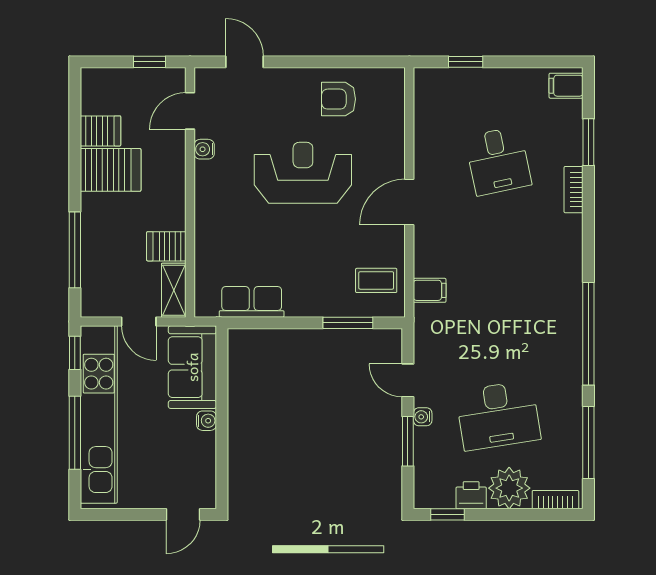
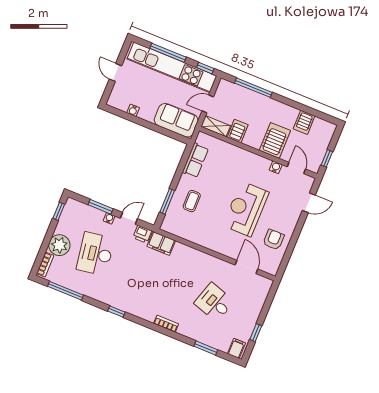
window: (466, 62) -> (256, 333), moved
desk: (498, 161) -> (214, 302), turned 30
server rack: (111, 170) -> (275, 140), moved, turned 180
reception desk: (303, 173) -> (246, 209), turned 180
bookcase: (574, 190) -> (166, 324), moved
door: (409, 202) -> (246, 267), moved
coffee table: (376, 280) -> (192, 201), moved
filing cabinet: (430, 290) -> (161, 243), width x2.00
window: (588, 334) -> (116, 312), width x0.32
water cooler: (207, 421) -> (133, 110), moved
printer: (471, 495) -> (142, 234), moved, turned 90
door: (183, 514) -> (115, 72), moved

